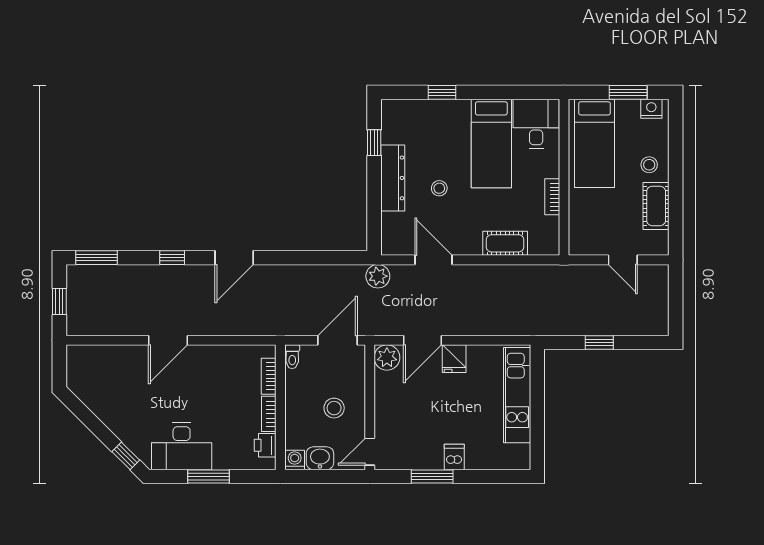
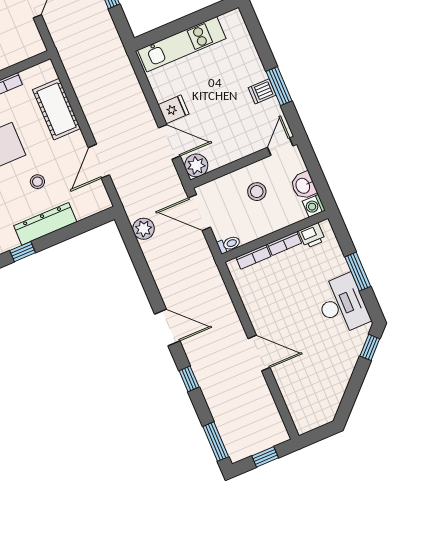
cot: (505, 243) -> (57, 109), width x1.37, depth x1.34
plant: (378, 276) -> (144, 229), moved
door: (370, 452) -> (280, 147), swing flipped
dishwasher: (454, 457) -> (262, 91), moved

